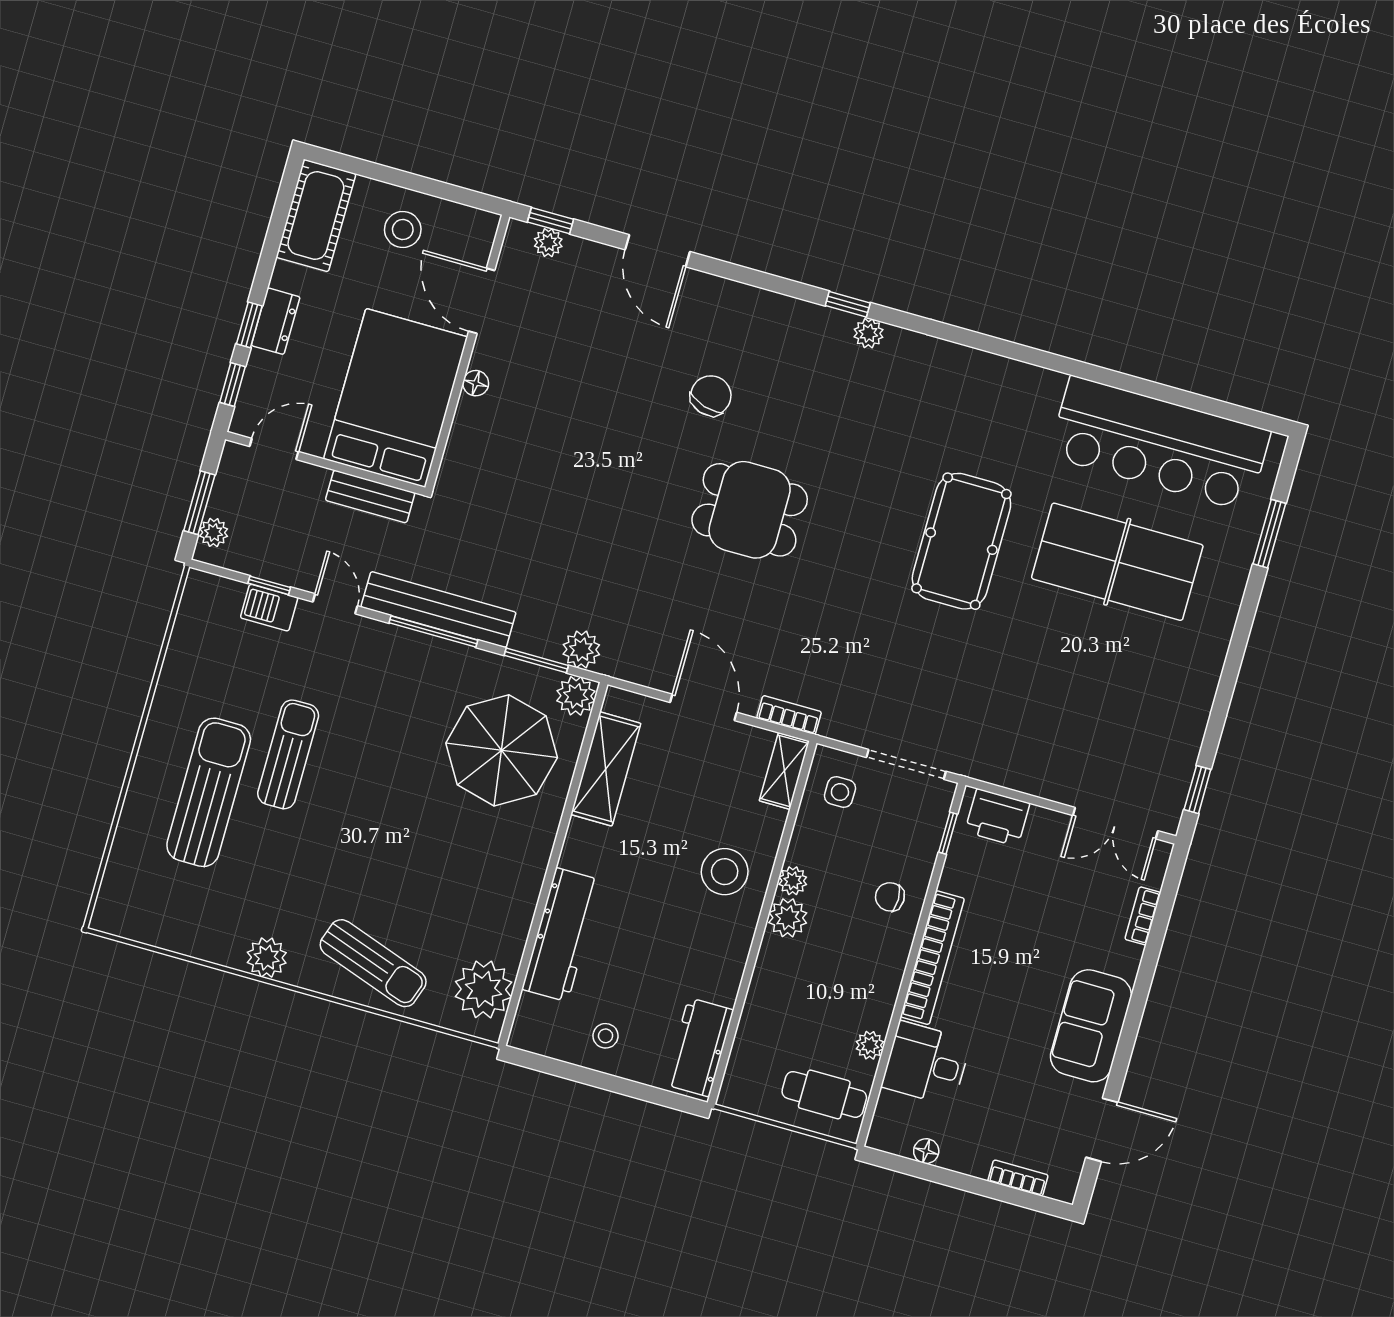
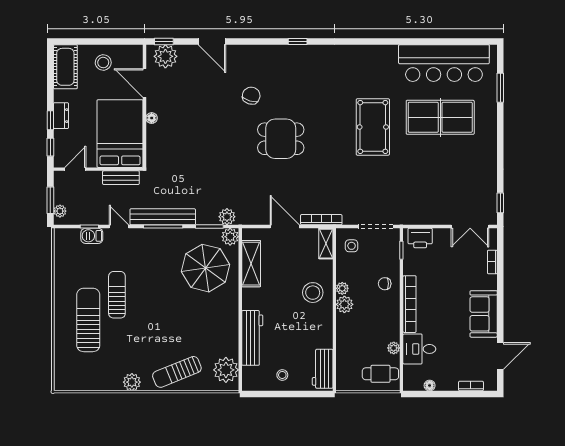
plant: (548, 243) -> (165, 56), width x1.88, depth x1.88
plant: (868, 333) -> (310, 51), removed
bookcase: (789, 715) -> (321, 220), width x1.56
sun lounger: (373, 963) -> (177, 372), turned 139

